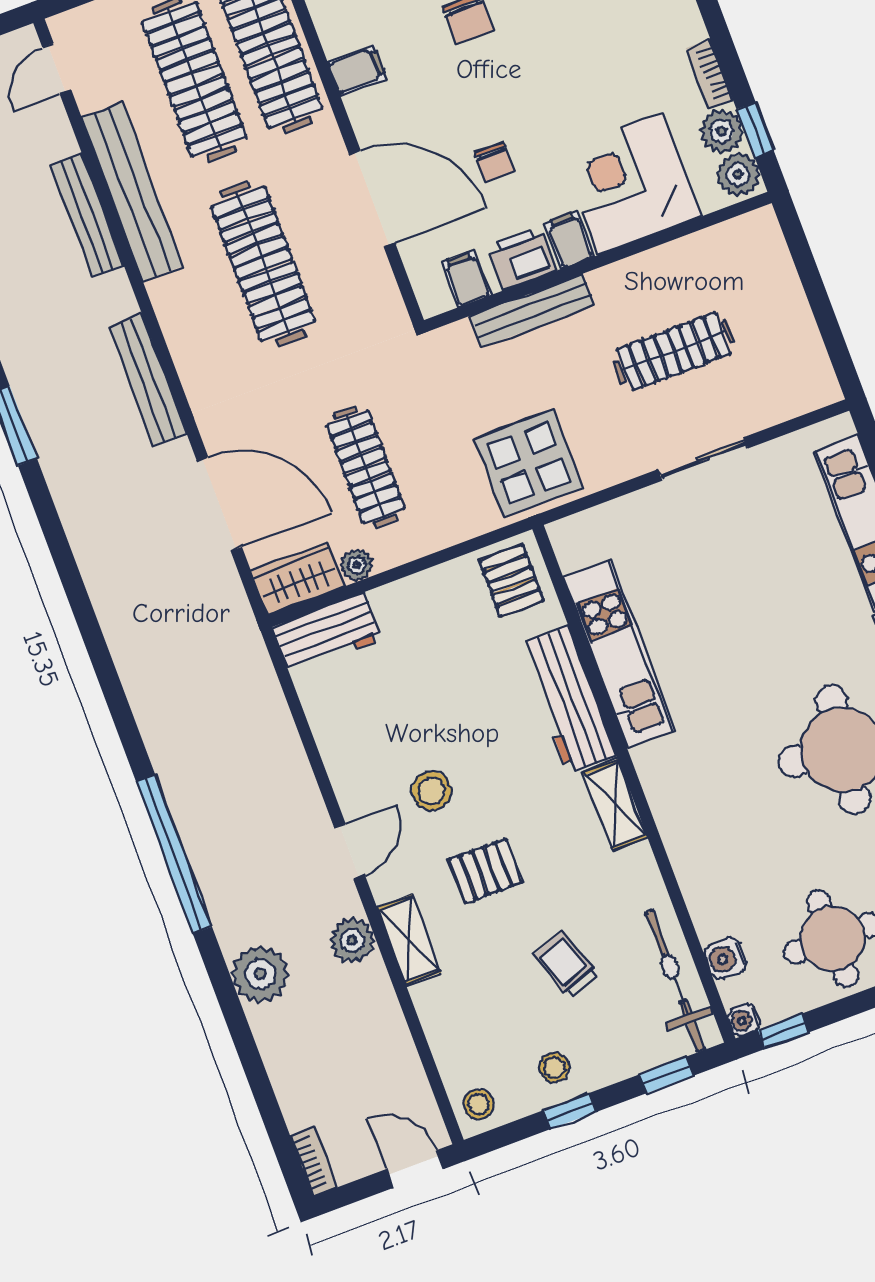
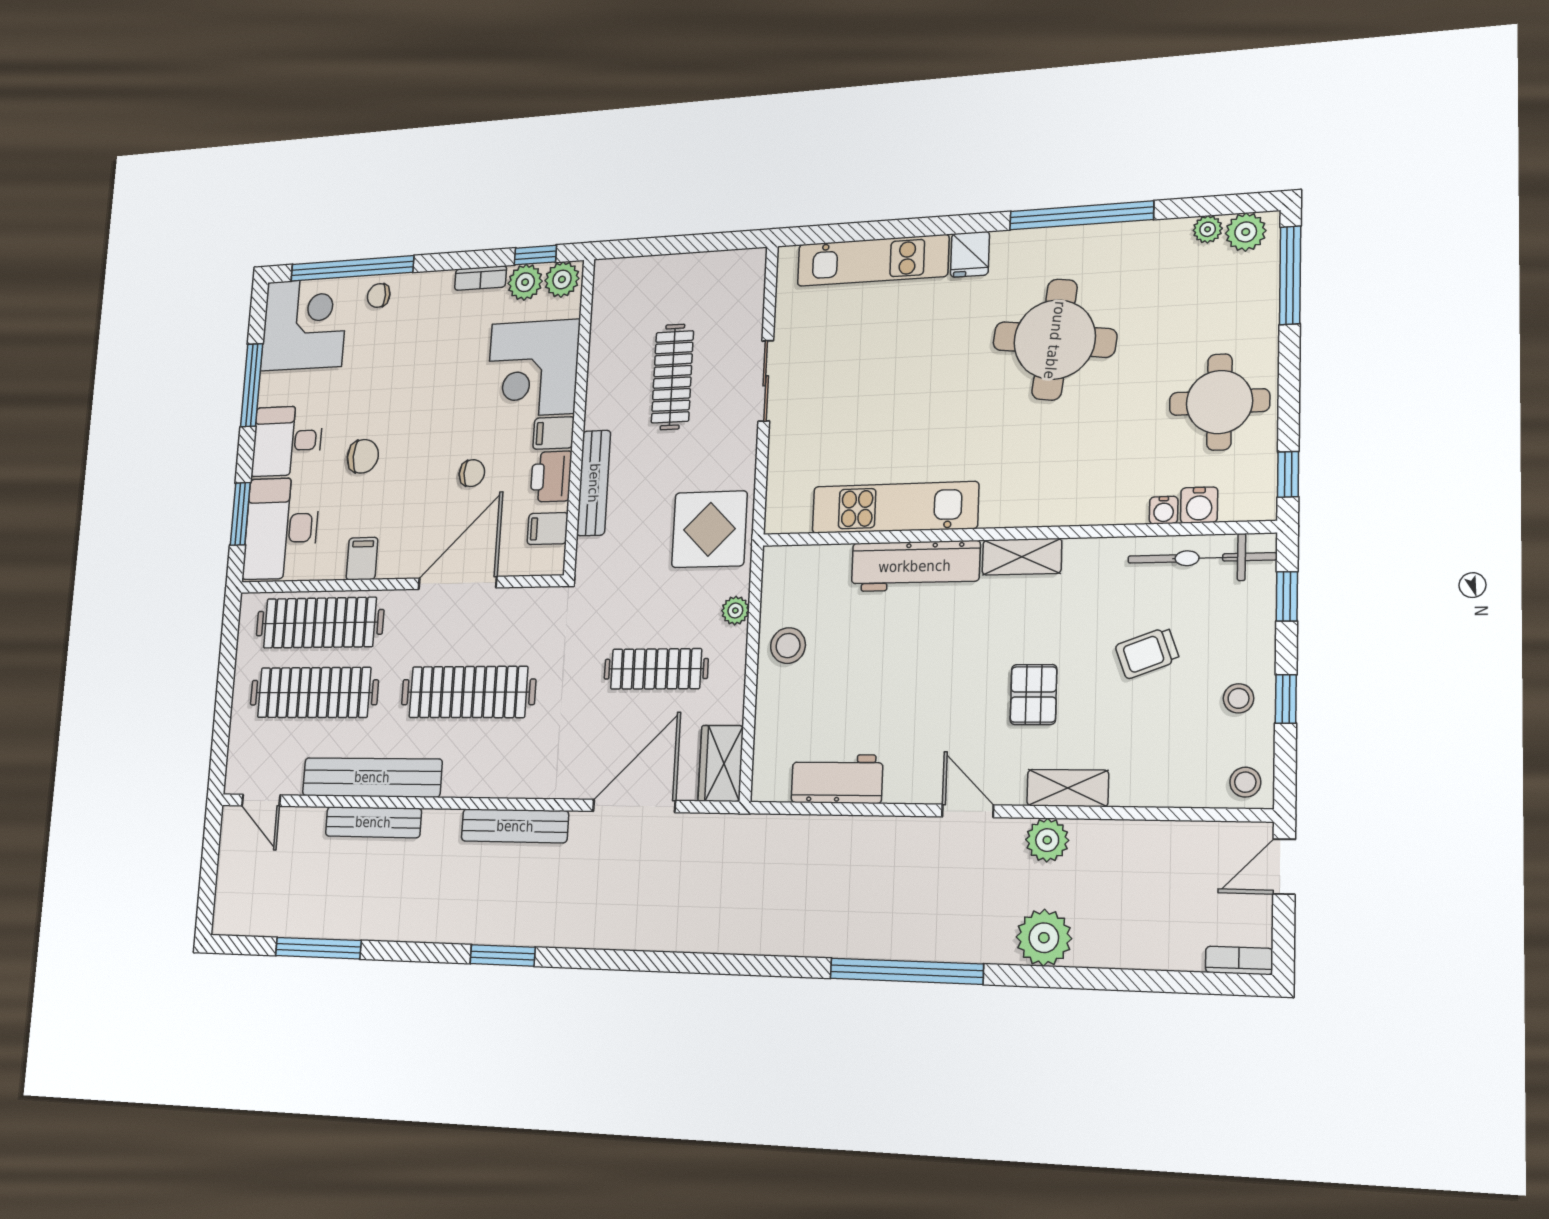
plant: (357, 565) -> (735, 611), moved
pallet: (511, 581) -> (797, 579), removed
workbench: (327, 633) -> (837, 779), moved, turned -90
stool: (432, 791) -> (788, 646), moved
water cooler: (744, 1020) -> (1164, 510), moved

